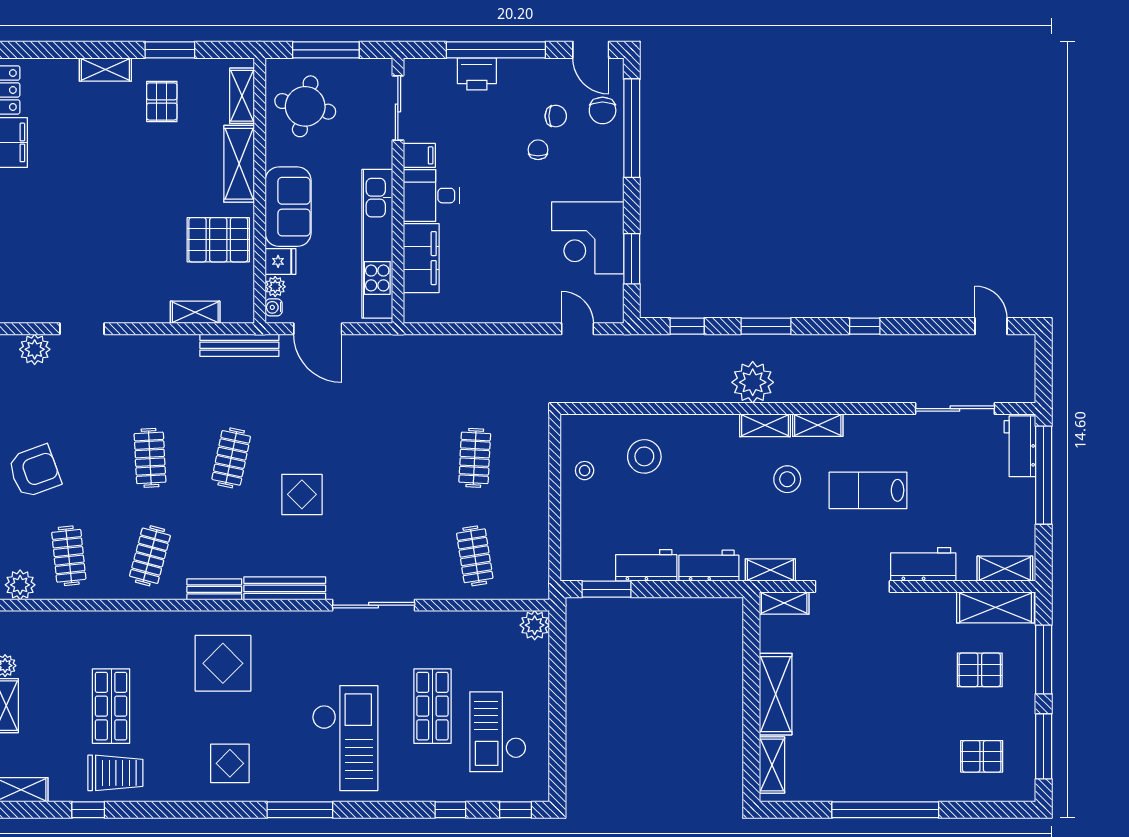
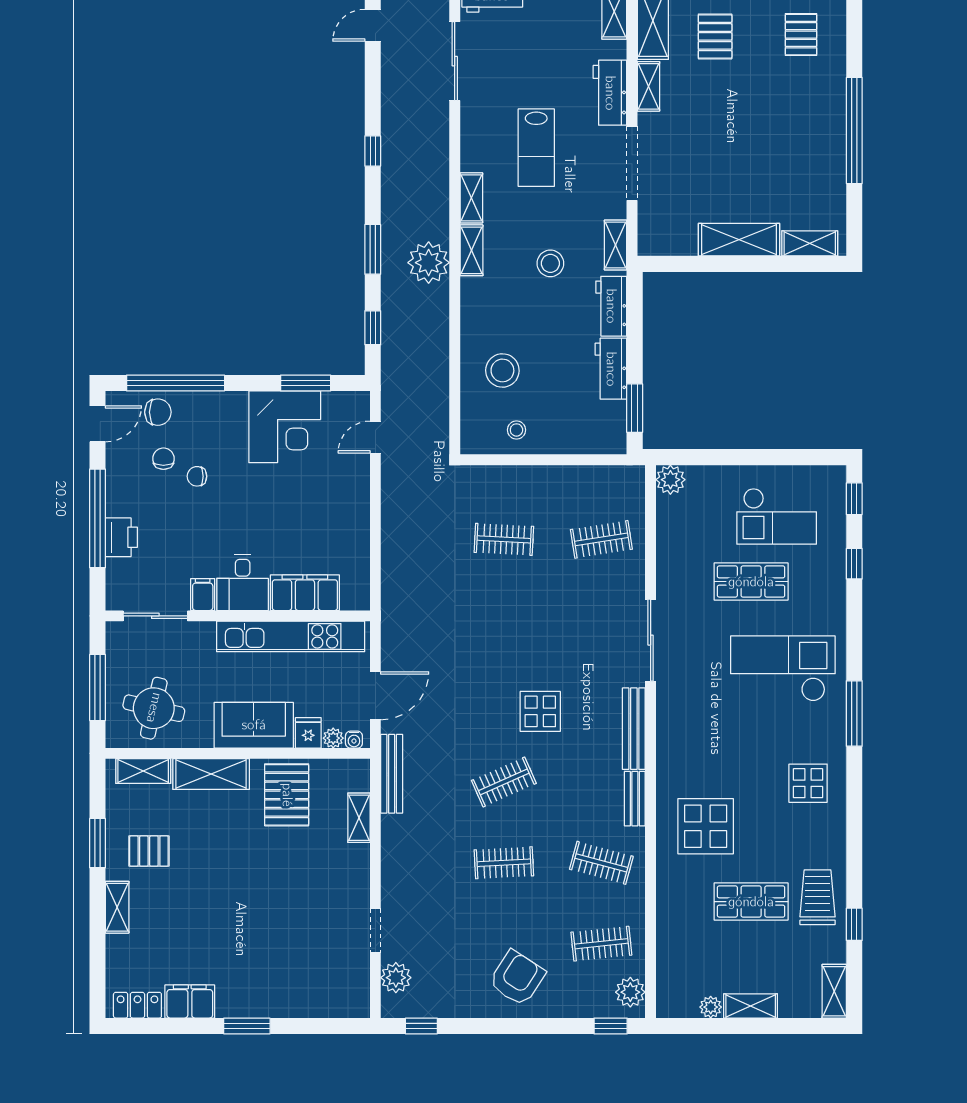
clothes rail: (231, 458) -> (504, 782), turned -36
armchair: (34, 471) -> (517, 978), turned 53
stool: (787, 479) -> (550, 263), moved
shelving: (784, 603) -> (648, 86), moved
display table: (223, 663) -> (706, 826), moved

